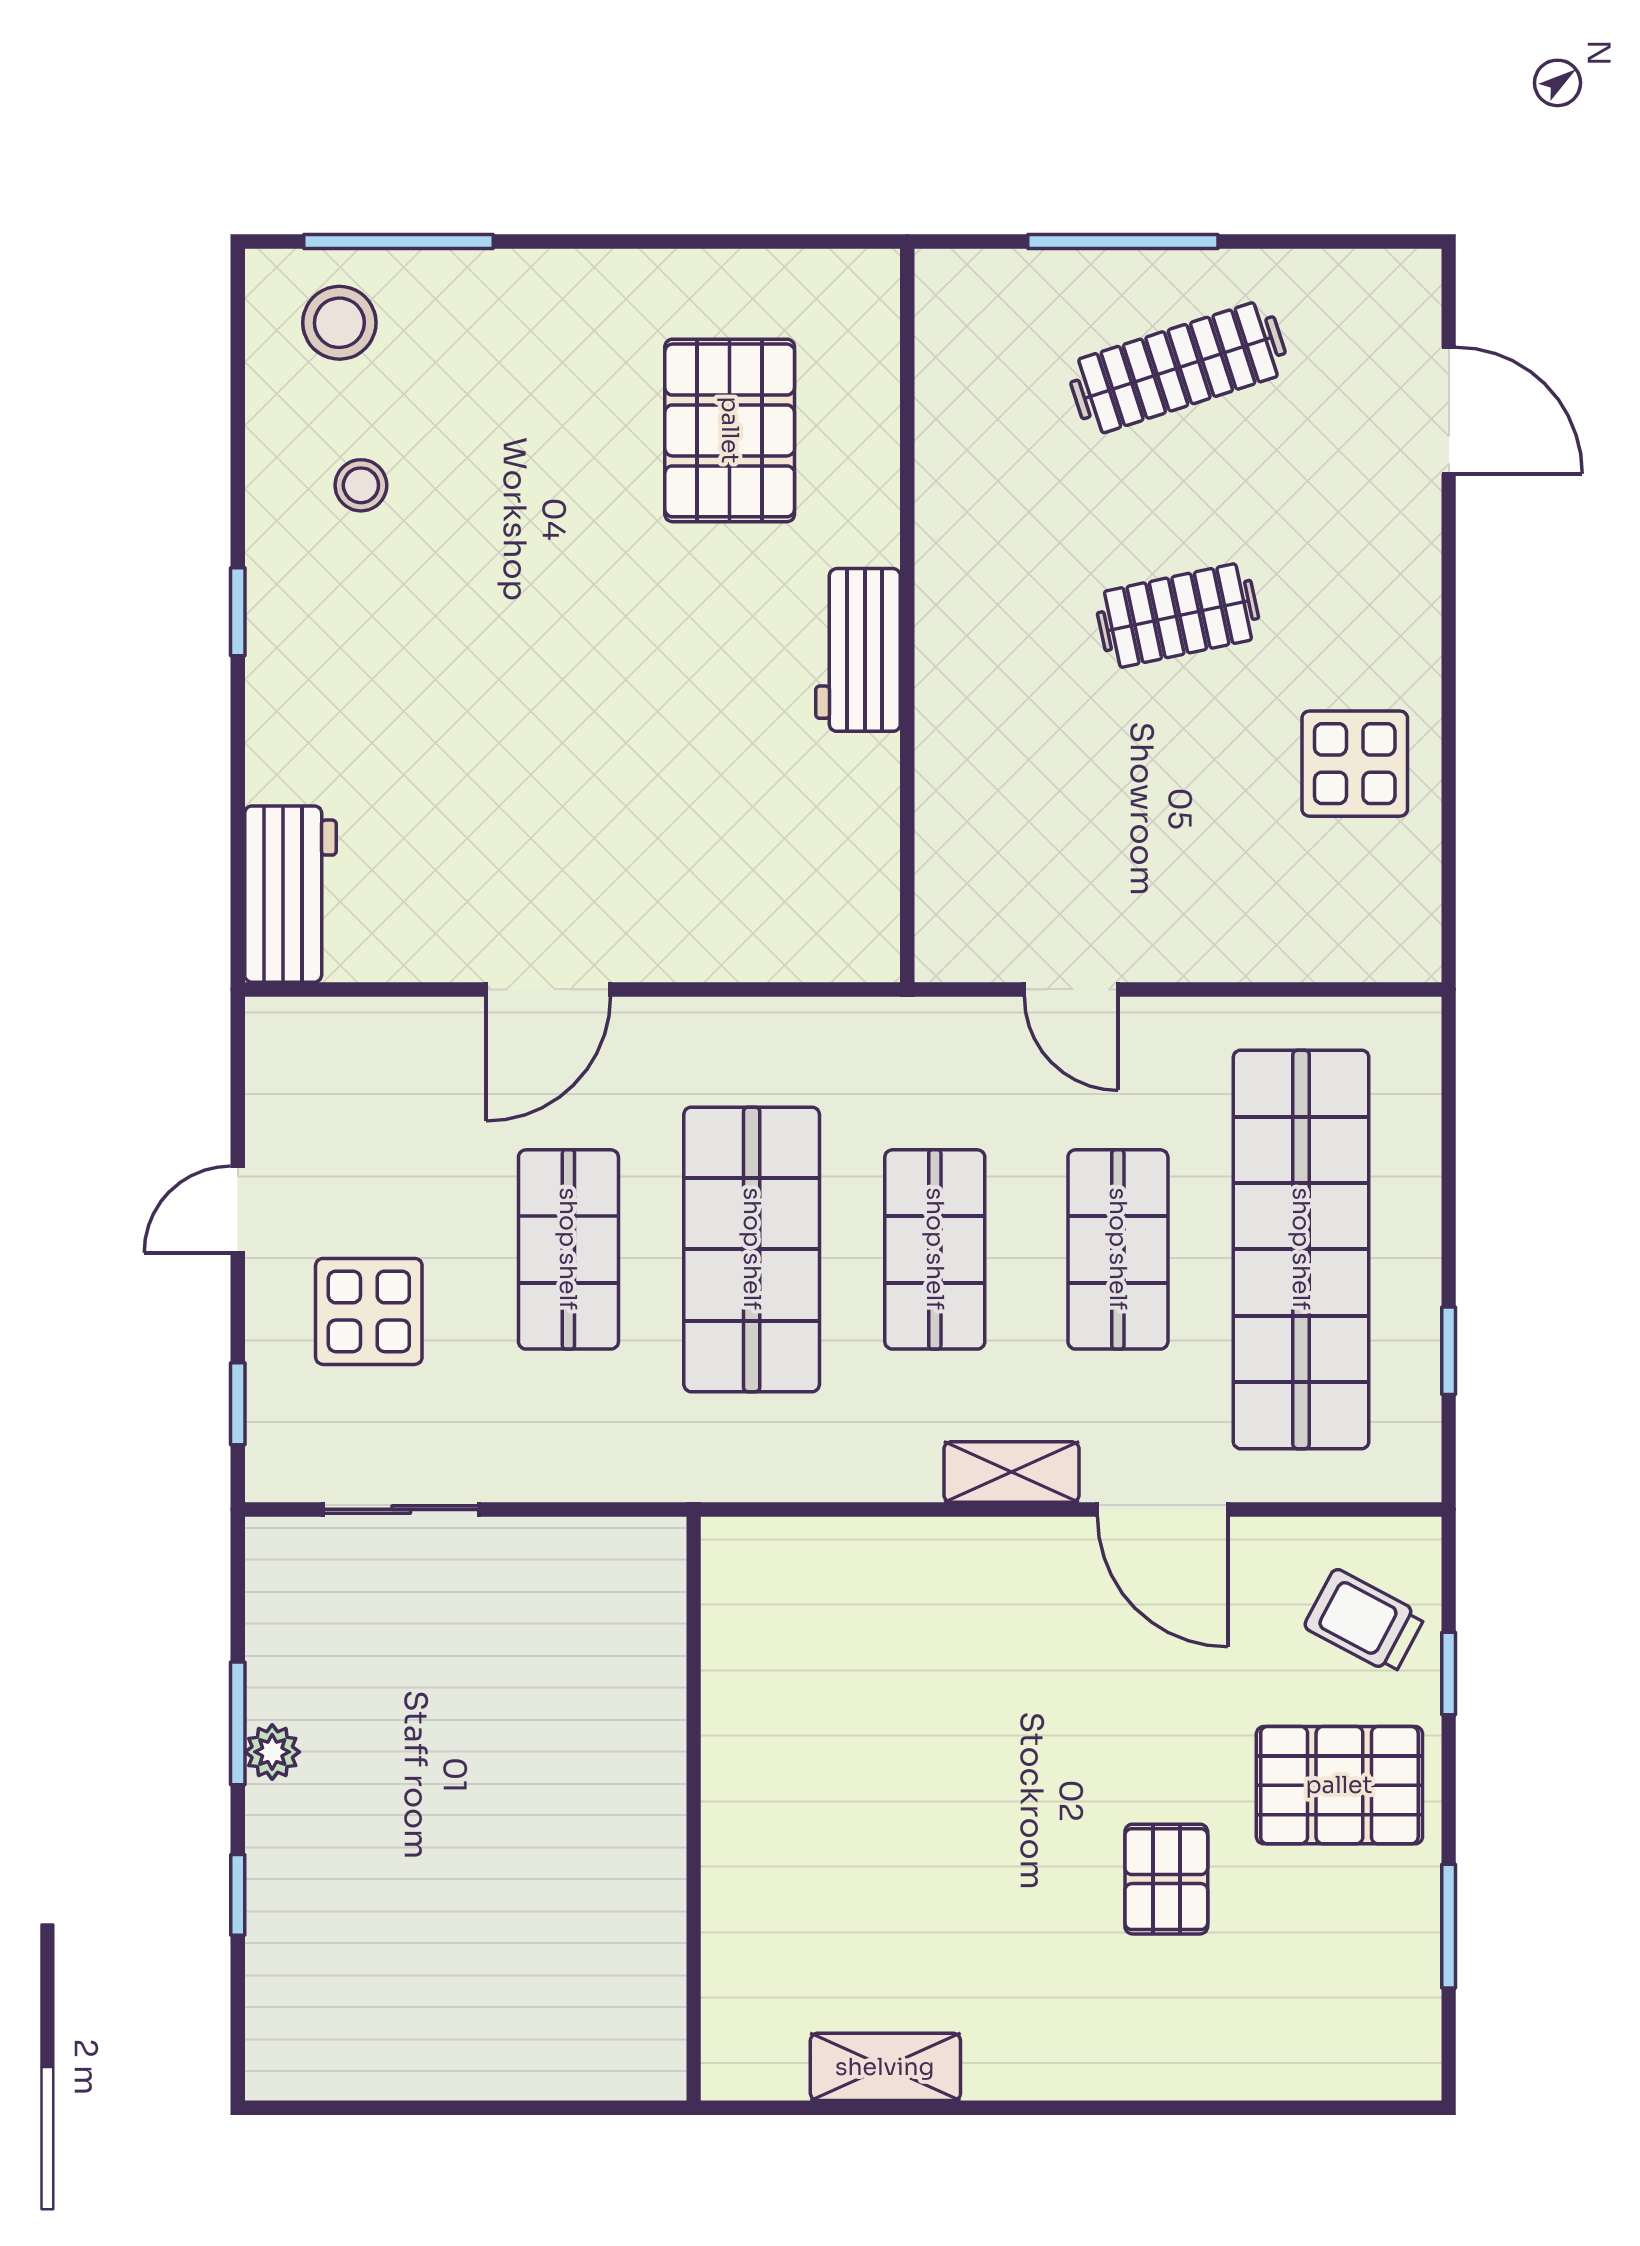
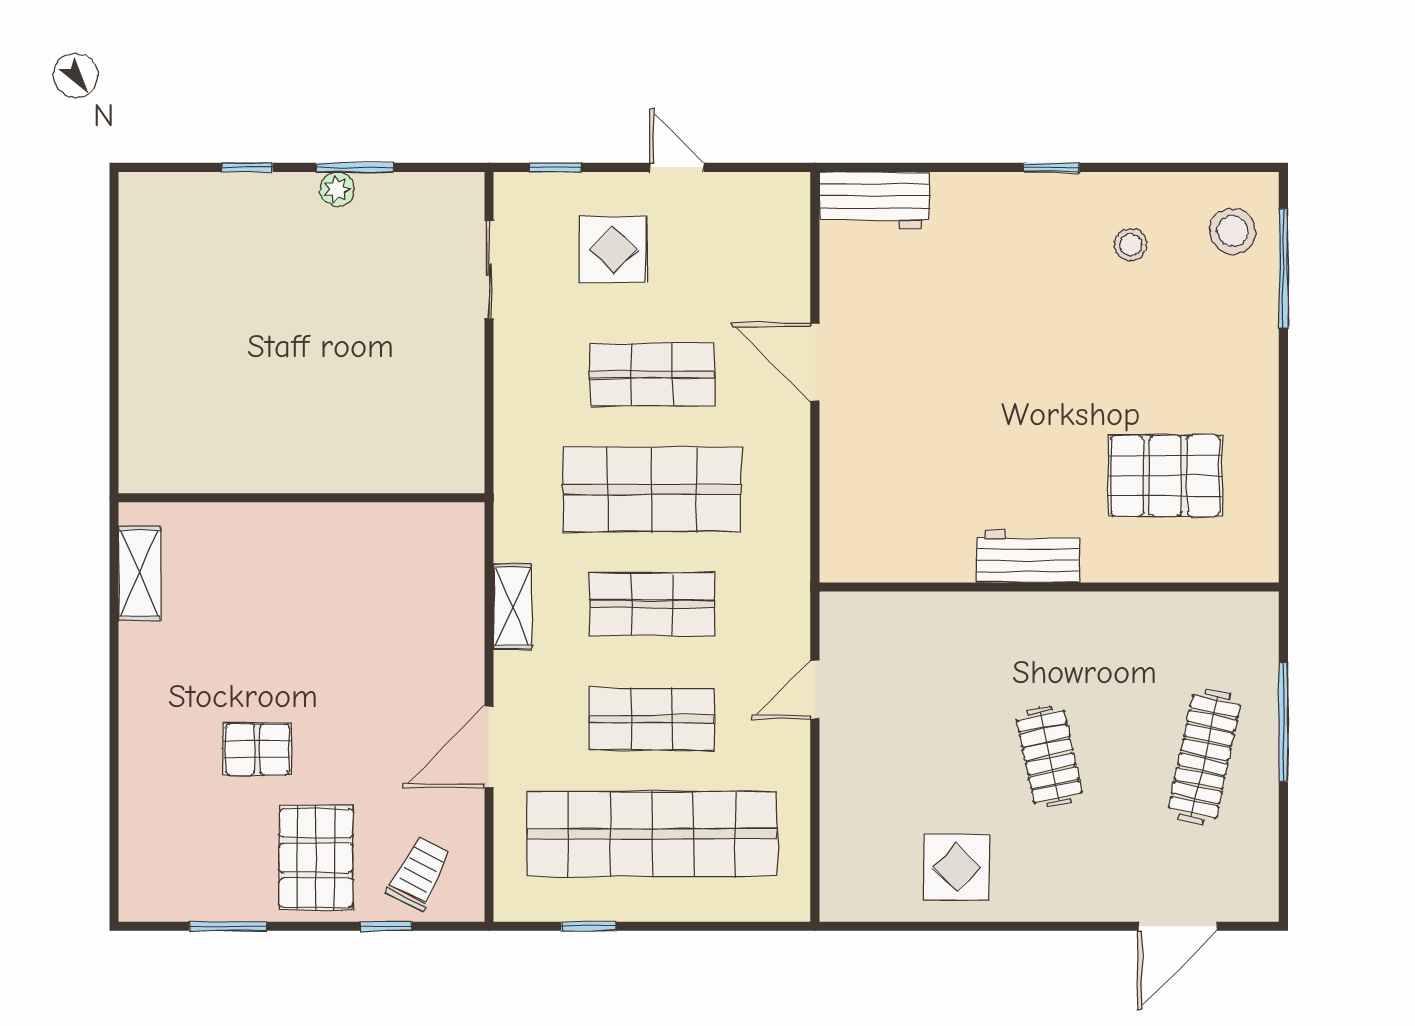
clothes rail: (1178, 368) -> (1204, 757), turned 30
shelving: (1011, 1472) -> (512, 607), moved
wall: (694, 1809) -> (302, 498), moved

